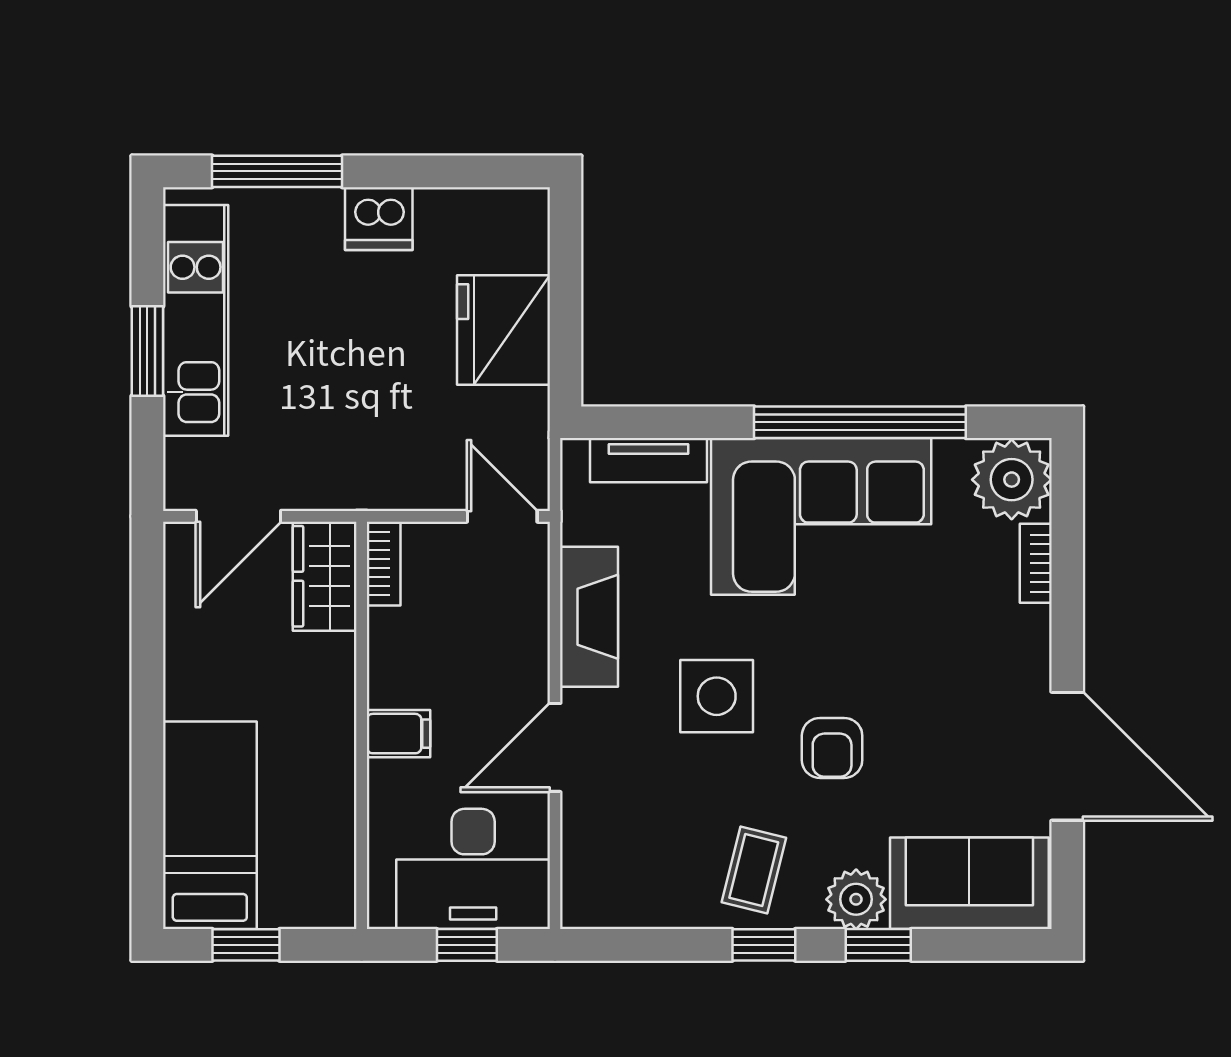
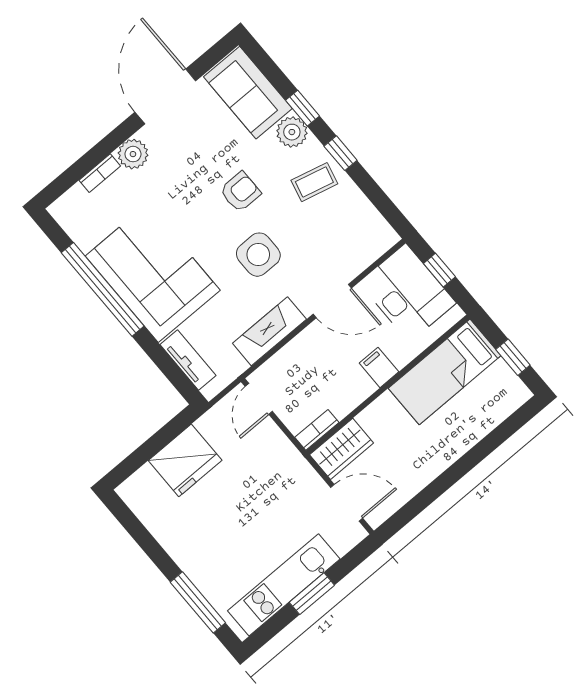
dishwasher: (379, 219) -> (183, 547), removed
plant: (1012, 480) -> (133, 154), moved, width x0.73, depth x0.73
bed: (210, 825) -> (445, 372), moved

